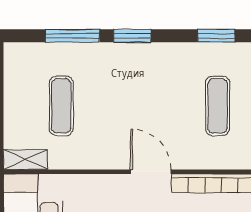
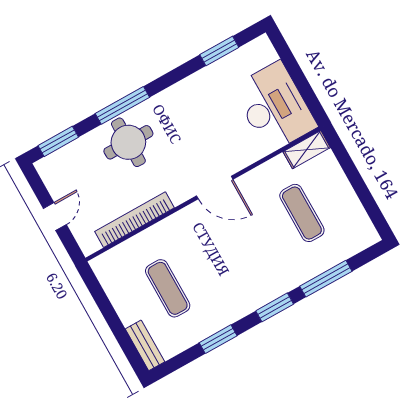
window: (216, 36) -> (218, 339), moved
door: (151, 172) -> (215, 188), moved

